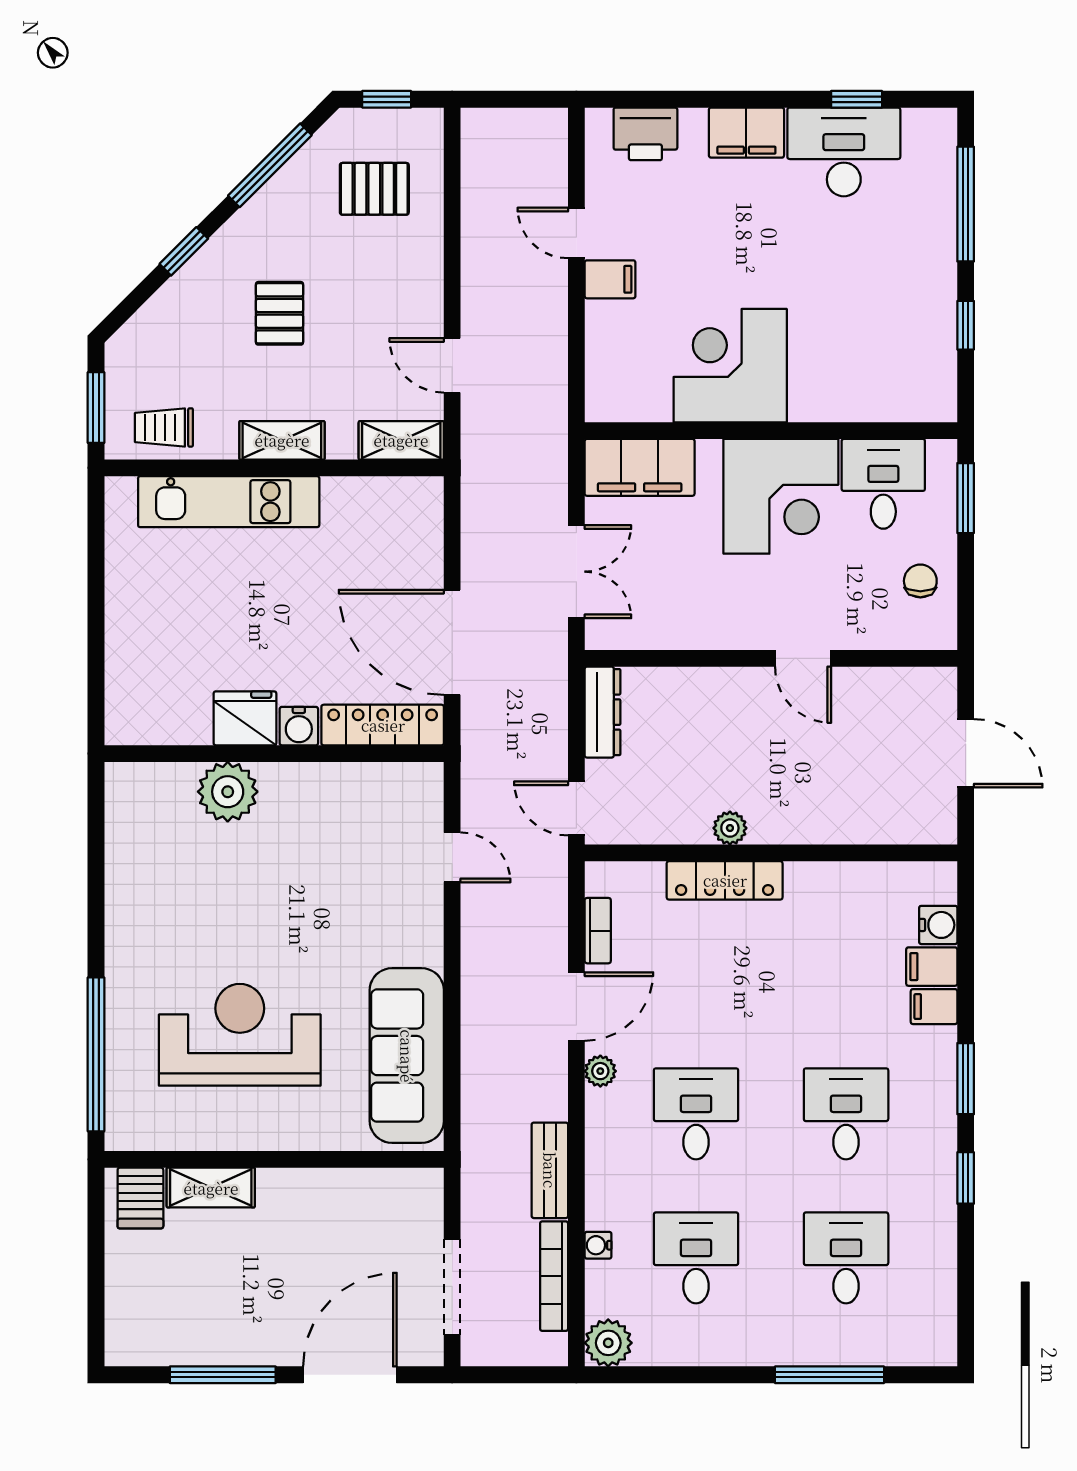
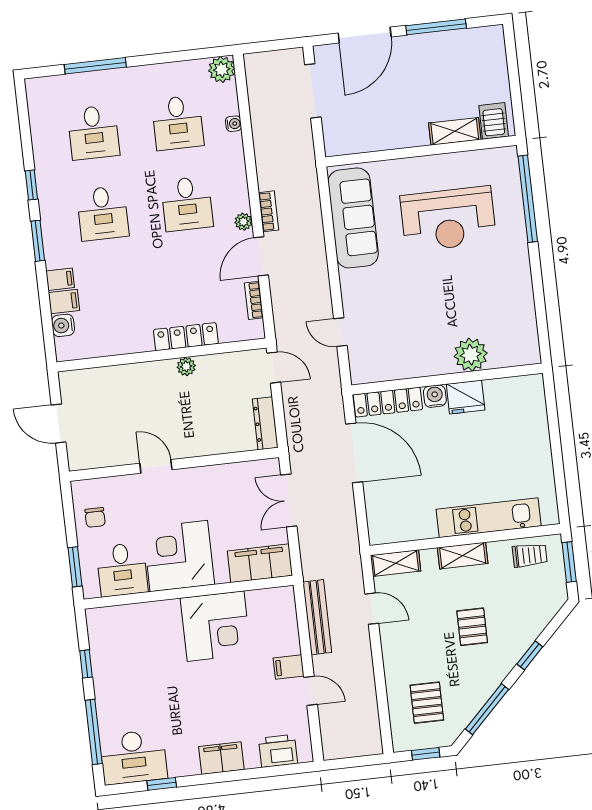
desk: (844, 152) -> (133, 757), moved
pallet: (374, 189) -> (427, 703), turned 90
bench: (550, 1170) -> (317, 617), moved, width x1.36
bookcase: (554, 1276) -> (269, 211), moved, width x0.64

